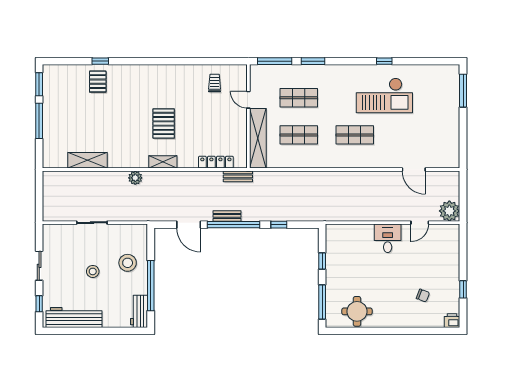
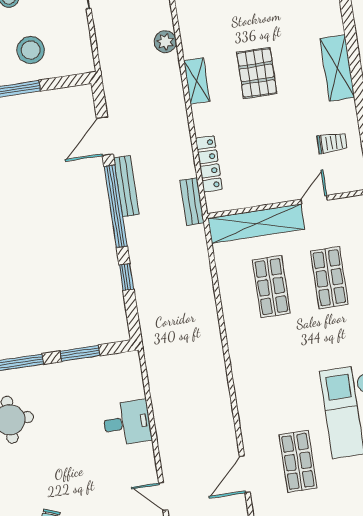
shelving: (168, 73) -> (337, 68), added
pallet: (164, 123) -> (257, 73), turned 90
shop shelf: (355, 135) -> (298, 461), moved
bench: (227, 216) -> (126, 186), width x1.36
desk: (388, 238) -> (127, 423), moved
window: (322, 261) -> (80, 353), width x1.50

